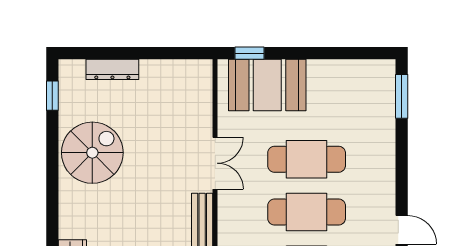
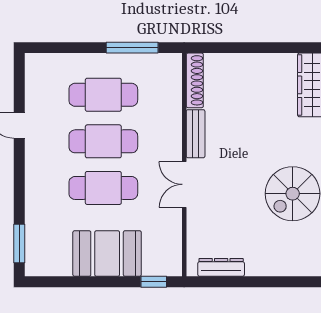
dresser: (112, 69) -> (221, 267), moved
booth: (267, 85) -> (107, 254), moved

